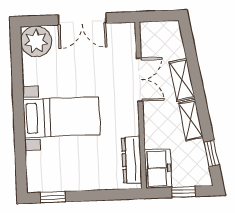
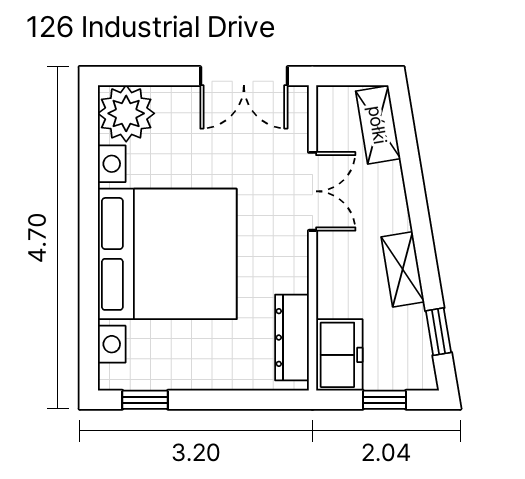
double door: (82, 19) -> (244, 76), moved
shelving: (182, 80) -> (378, 125), moved
bed with nightstands: (62, 117) -> (167, 254), width x1.85

